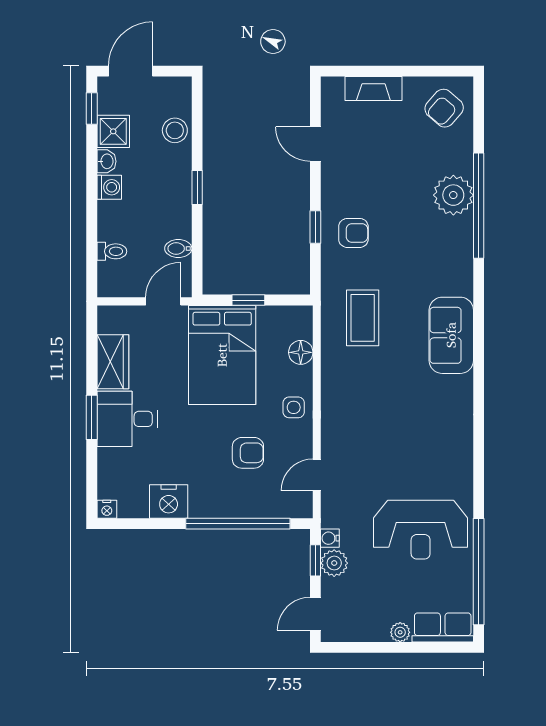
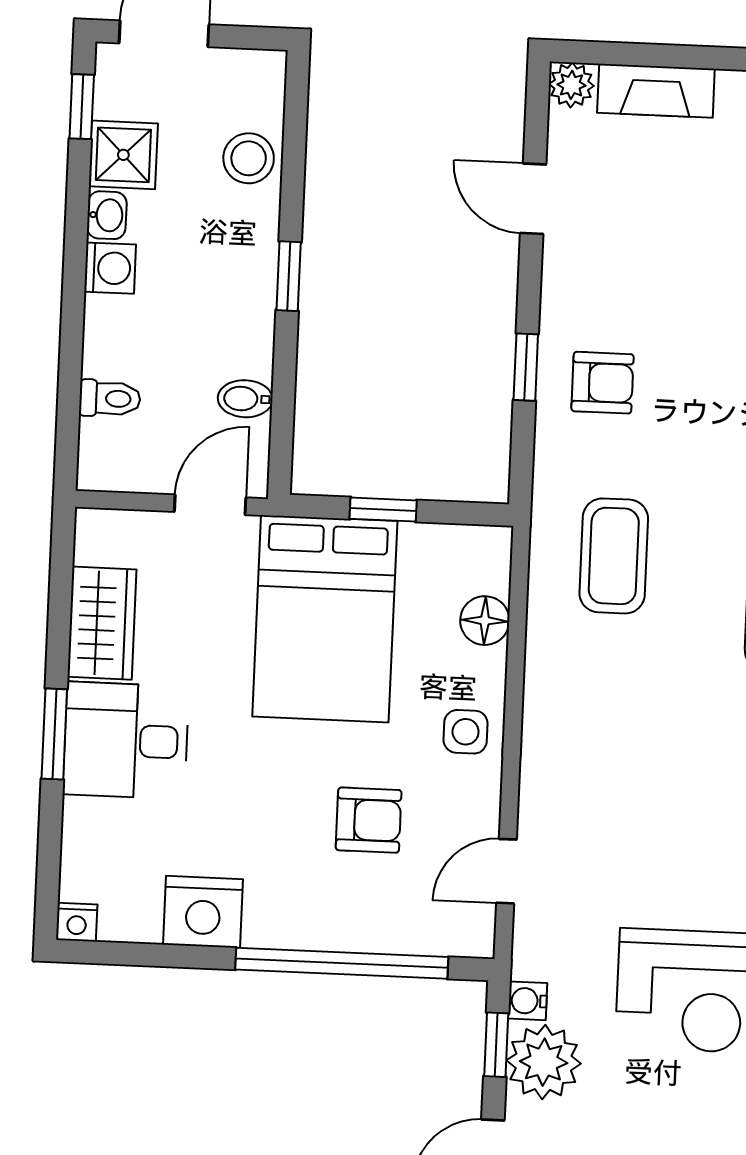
plant: (332, 87) -> (571, 85), added
plant: (334, 563) -> (544, 1062), width x1.36, depth x1.36

